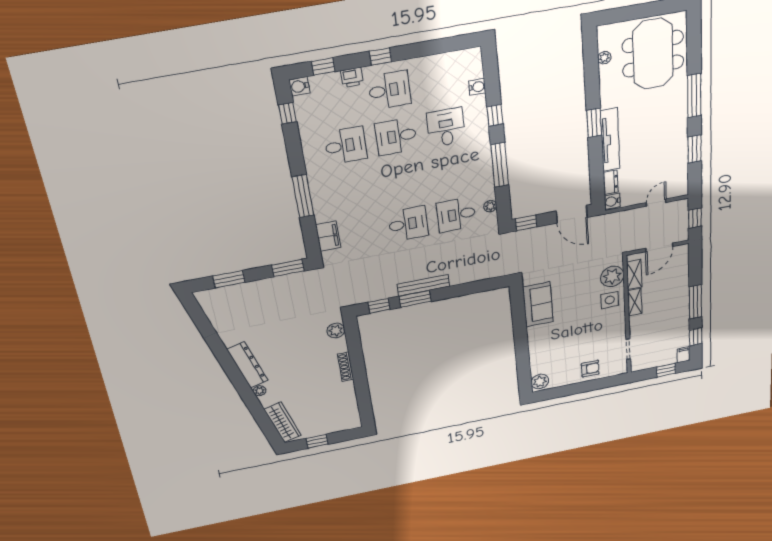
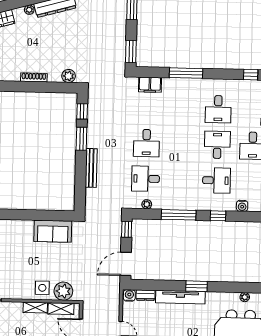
desk: (456, 215) -> (146, 179), turned -90
bench: (423, 285) -> (91, 168), moved

